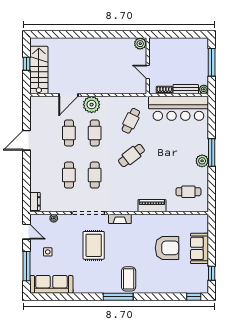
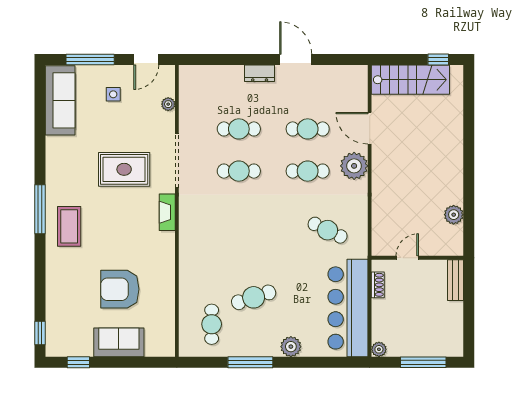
plant: (140, 44) -> (454, 215), moved
window: (26, 64) -> (438, 60), moved
bench: (186, 89) -> (455, 280), moved
window: (212, 153) -> (250, 362), moved
cafe table: (131, 155) -> (254, 297), moved, turned -70
plant: (202, 161) -> (291, 347), moved
dresser: (35, 201) -> (260, 73), moved
piano: (152, 206) -> (189, 265), removed
armchair: (167, 248) -> (120, 289), turned 90
coffee table: (129, 279) -> (69, 226), turned 90

